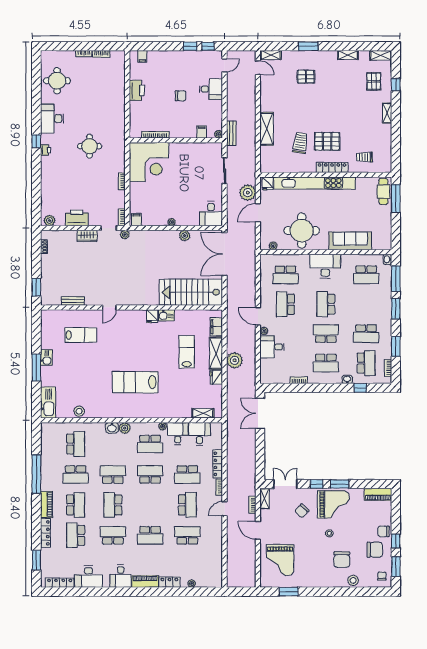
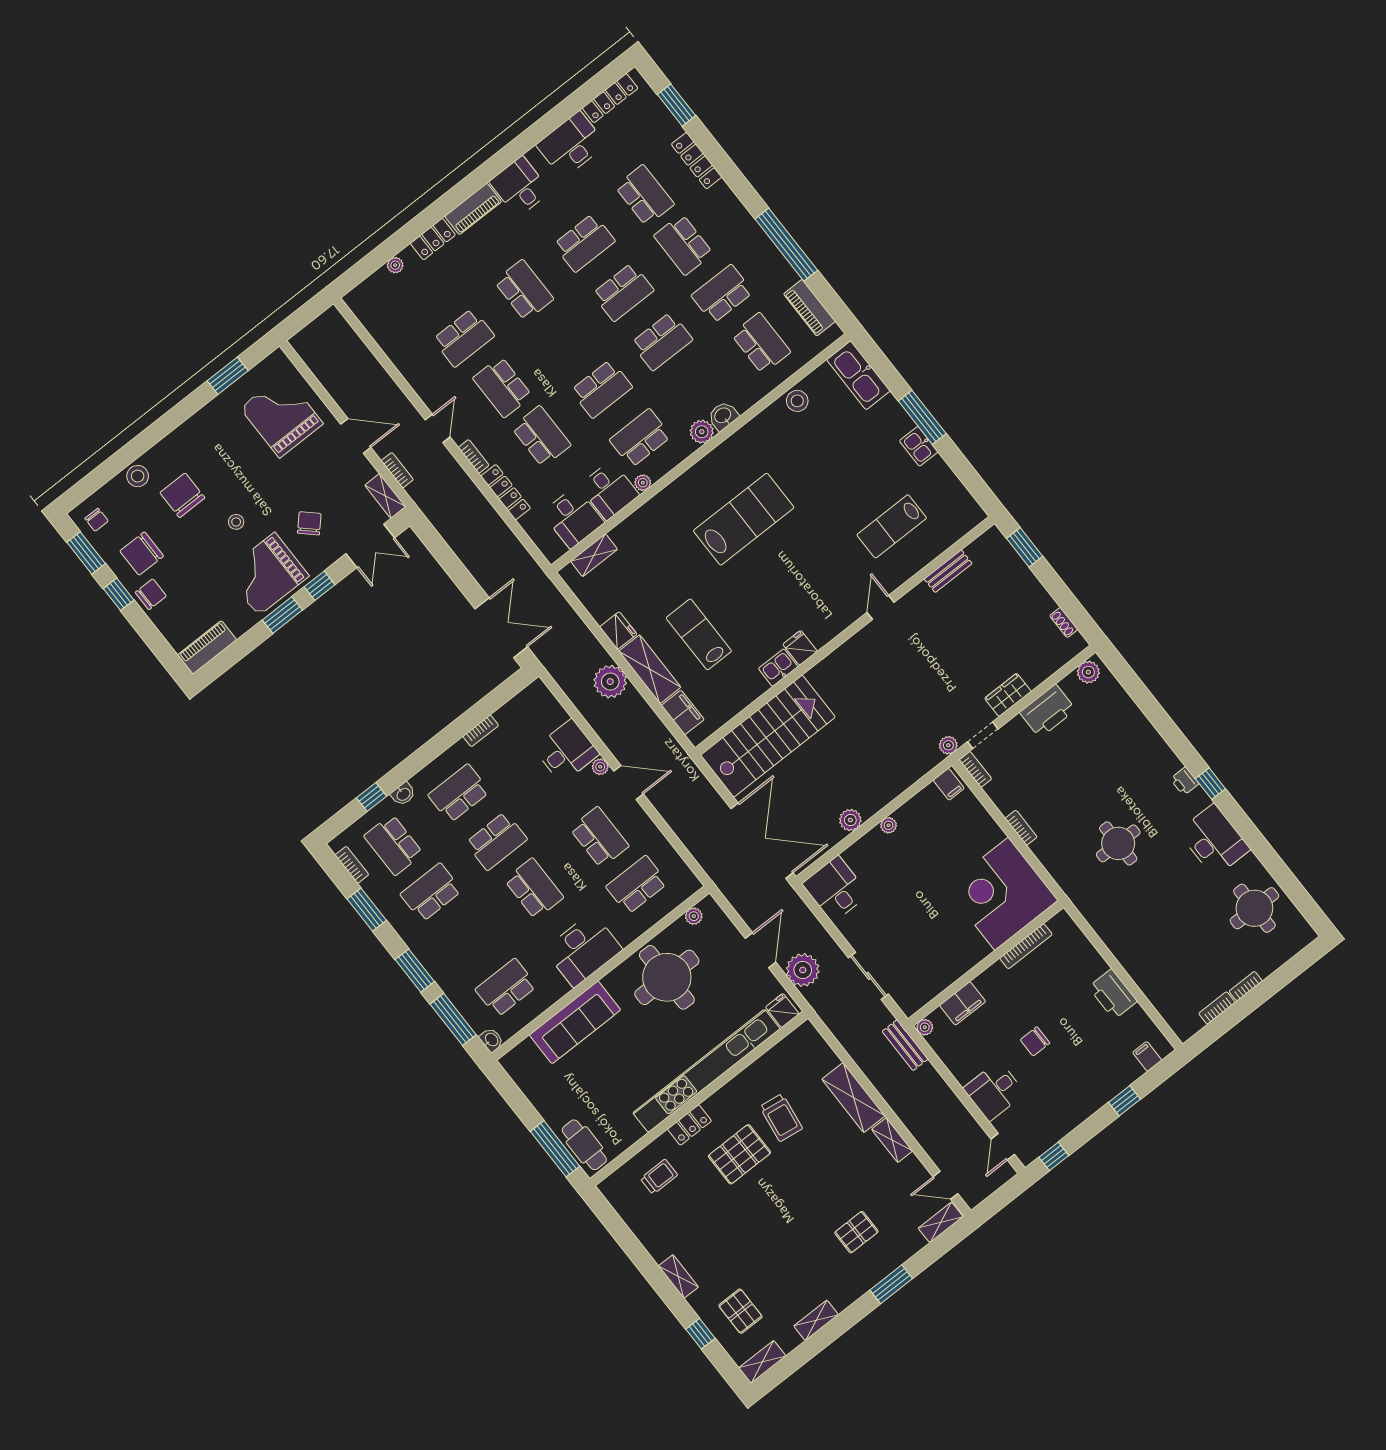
window: (190, 46) -> (1124, 1101), moved
shelving: (265, 101) -> (892, 1140), added
filing cabinet: (202, 132) -> (963, 1003), width x2.00
locker: (332, 168) -> (689, 1125), width x0.66
lab bench: (187, 352) -> (699, 634), turned 180
school desk: (76, 444) -> (761, 343), turned 180
school desk: (187, 474) -> (541, 436), turned 90
piano: (46, 504) -> (810, 308), moved
school desk: (113, 505) -> (623, 292), turned 90
school desk: (150, 535) -> (524, 290), turned 90

